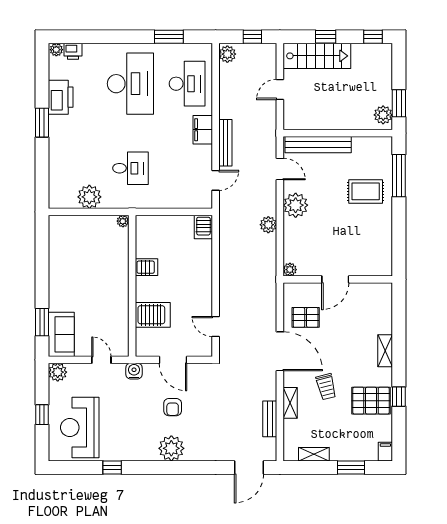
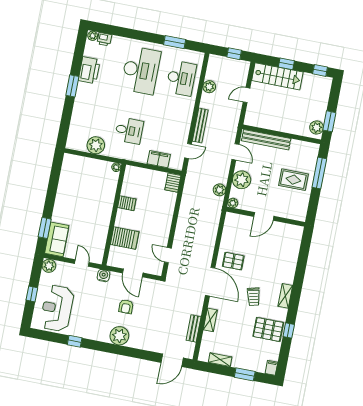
plant: (227, 54) -> (209, 87), moved
filing cabinet: (203, 130) -> (159, 159), moved, turned 90
plant: (290, 270) -> (233, 203), moved
door: (335, 279) -> (264, 216), moved
wall: (338, 279) -> (266, 217), moved
trolley: (326, 387) -> (254, 297), moved

